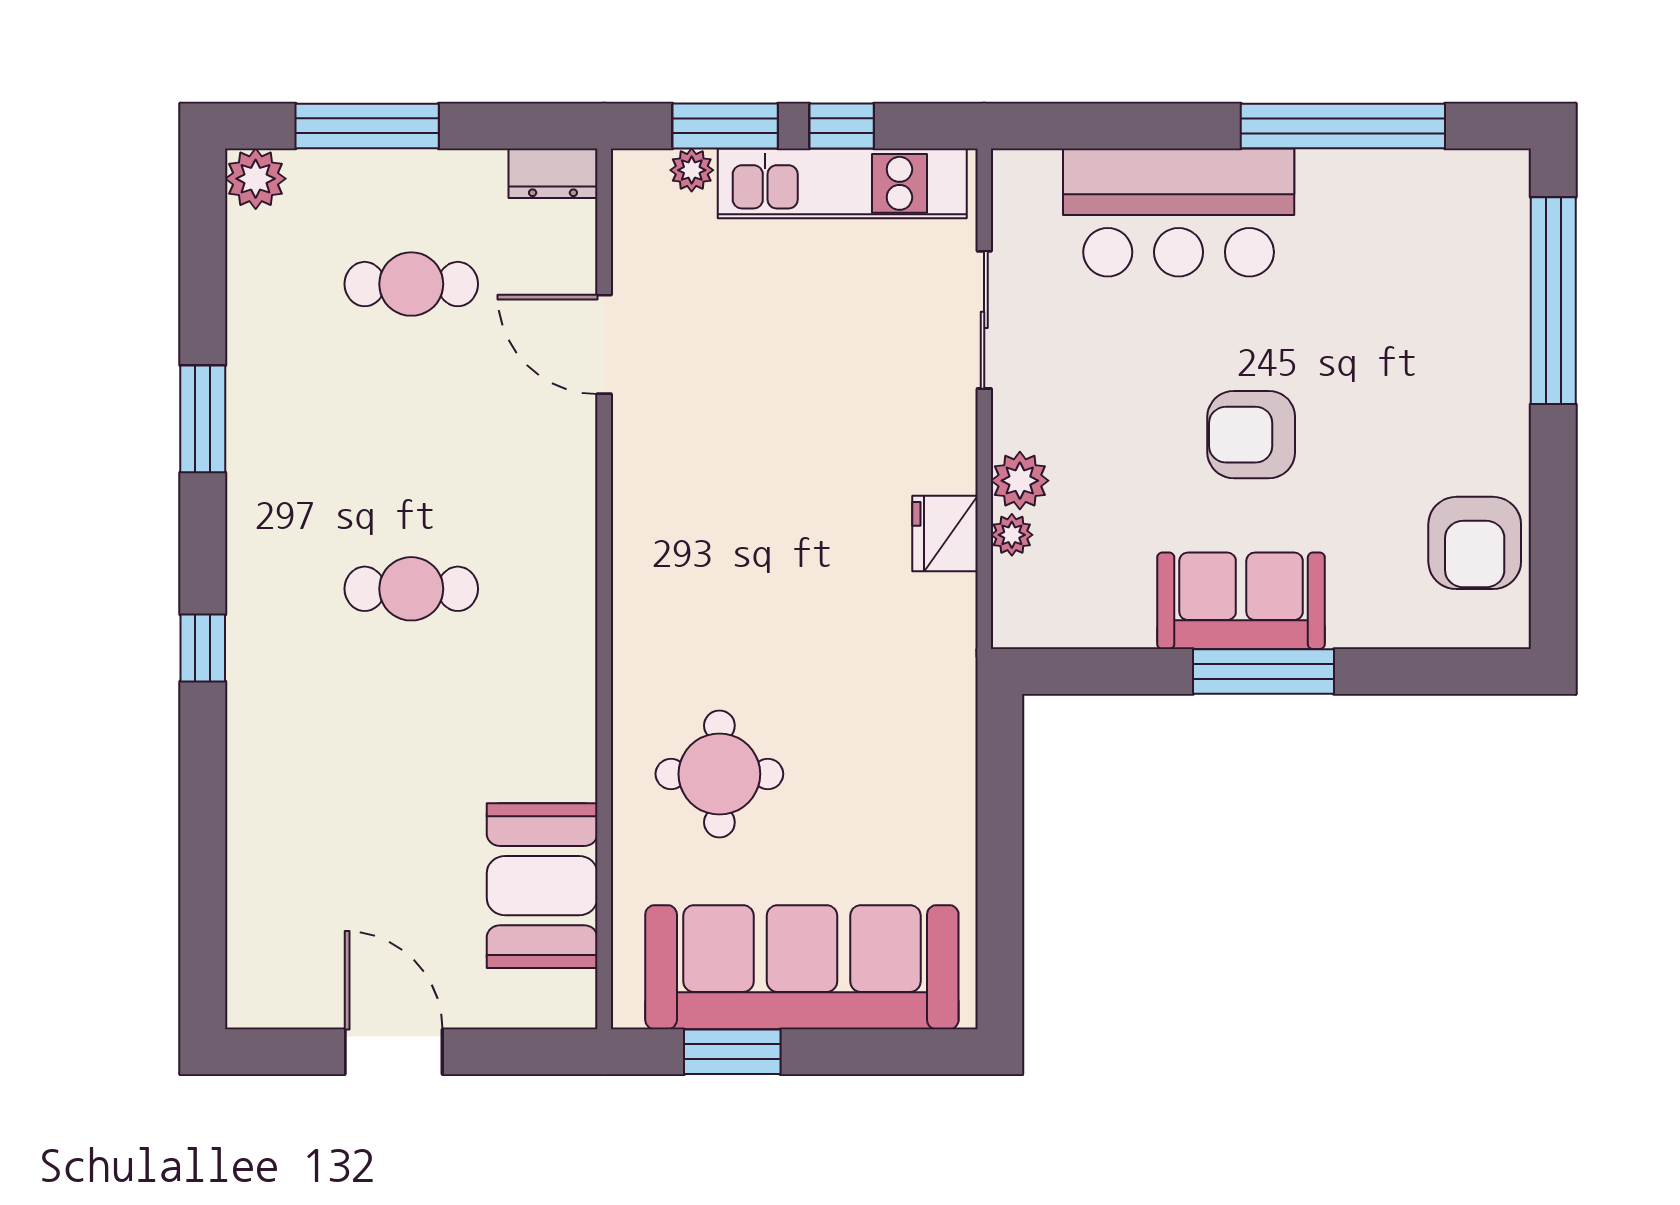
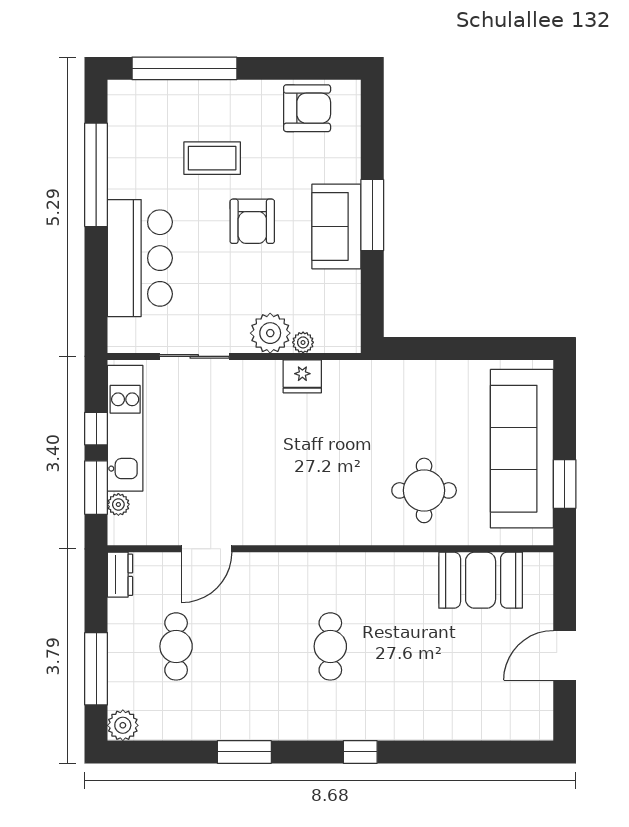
coffee table: (1376, 355) -> (212, 158), added
plant: (1020, 481) -> (270, 333), width x1.36, depth x1.36

